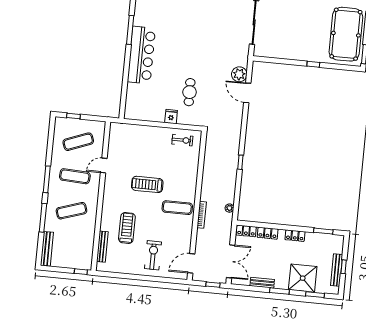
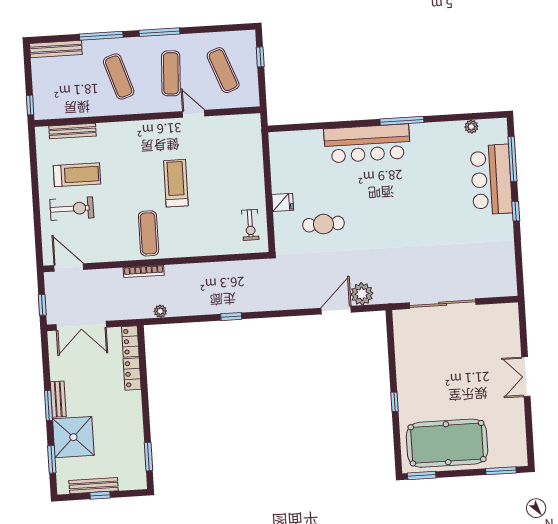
treadmill: (127, 228) -> (77, 175), moved
locker: (295, 236) -> (135, 415), removed
bench: (262, 283) -> (58, 399), moved

